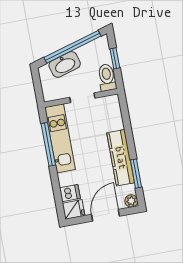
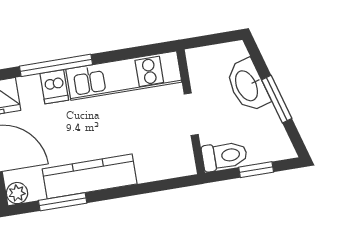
window: (72, 47) -> (277, 99), width x0.47
window: (48, 144) -> (56, 65), moved
dishwasher: (70, 193) -> (54, 87), moved

